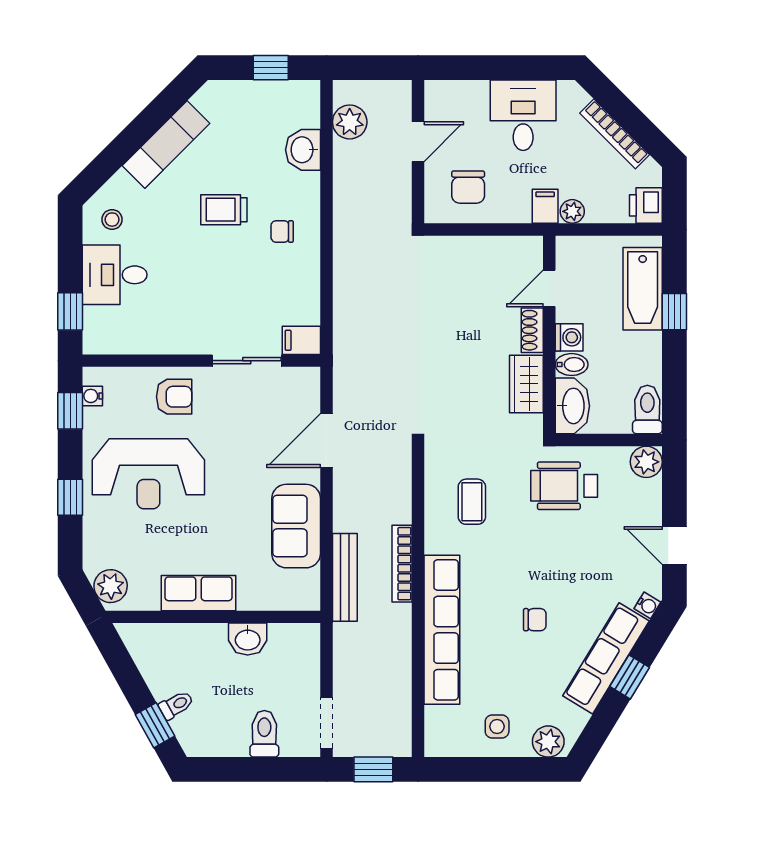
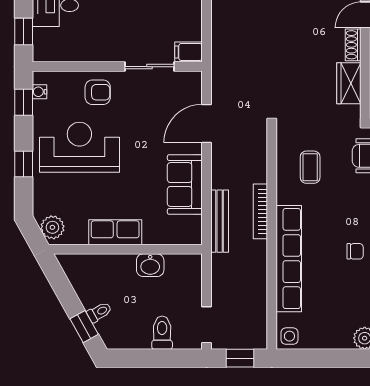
reception desk: (148, 474) -> (79, 147), turned 180
side table: (497, 726) -> (289, 336), moved

